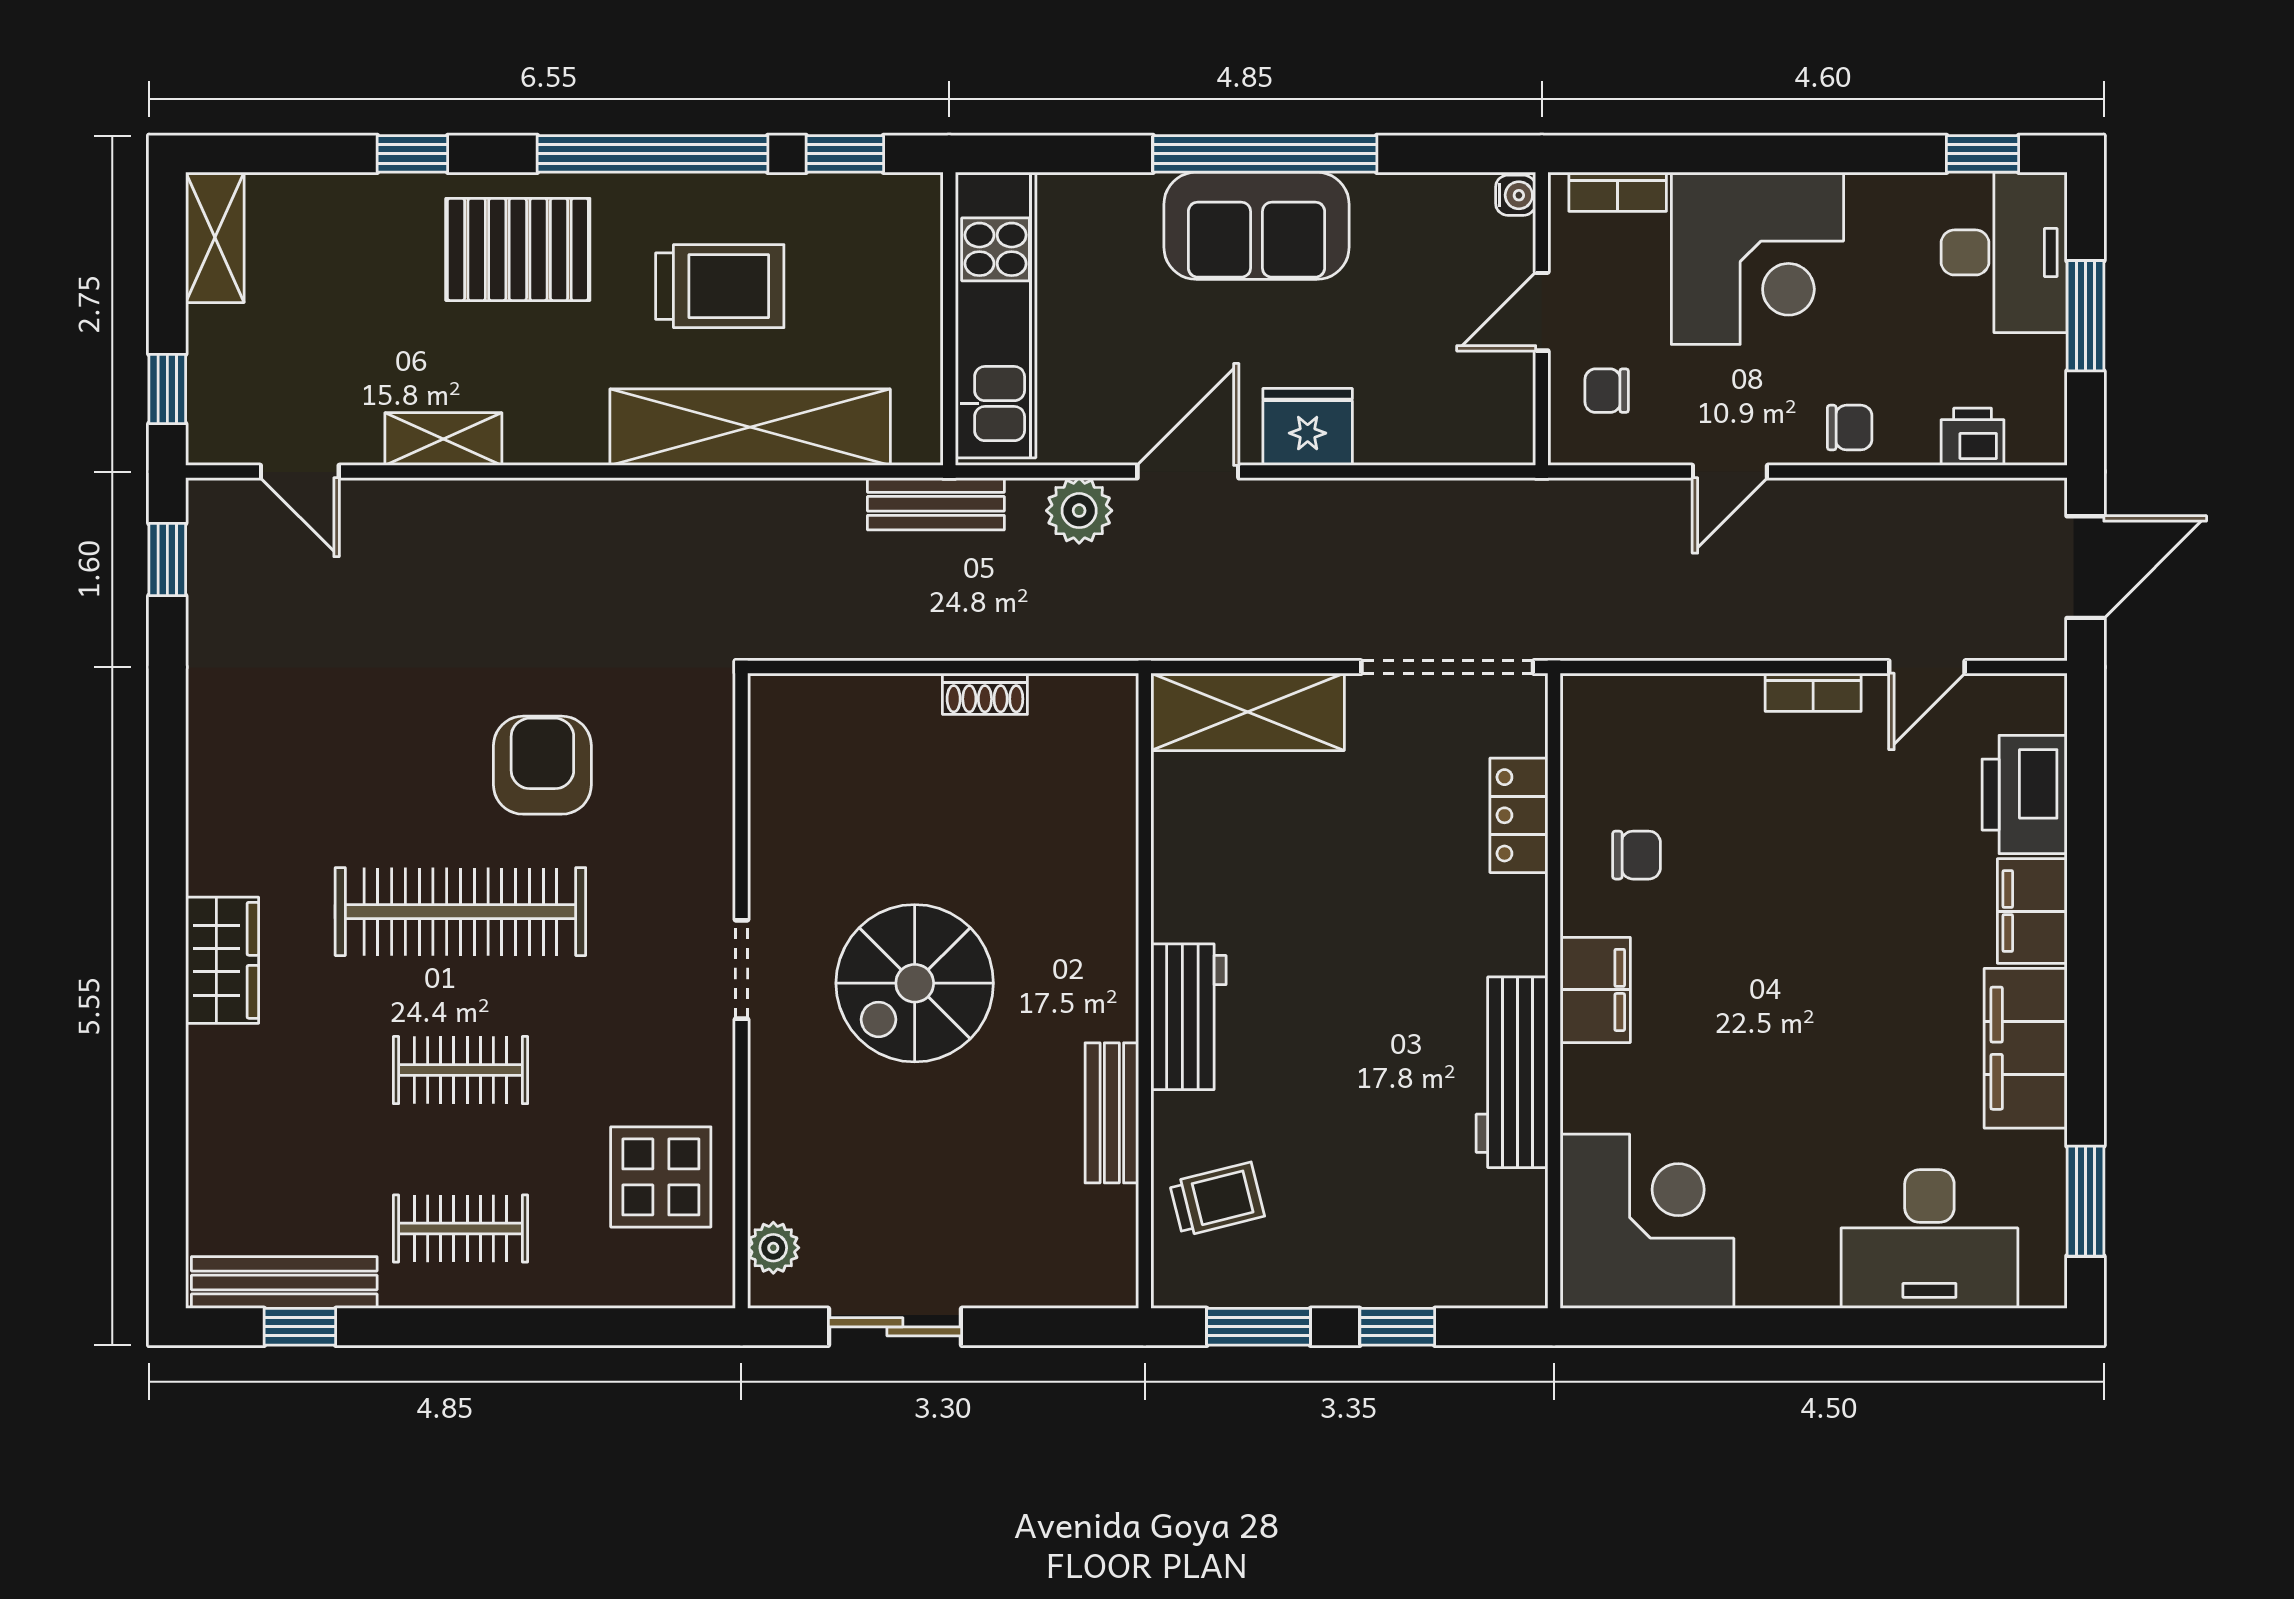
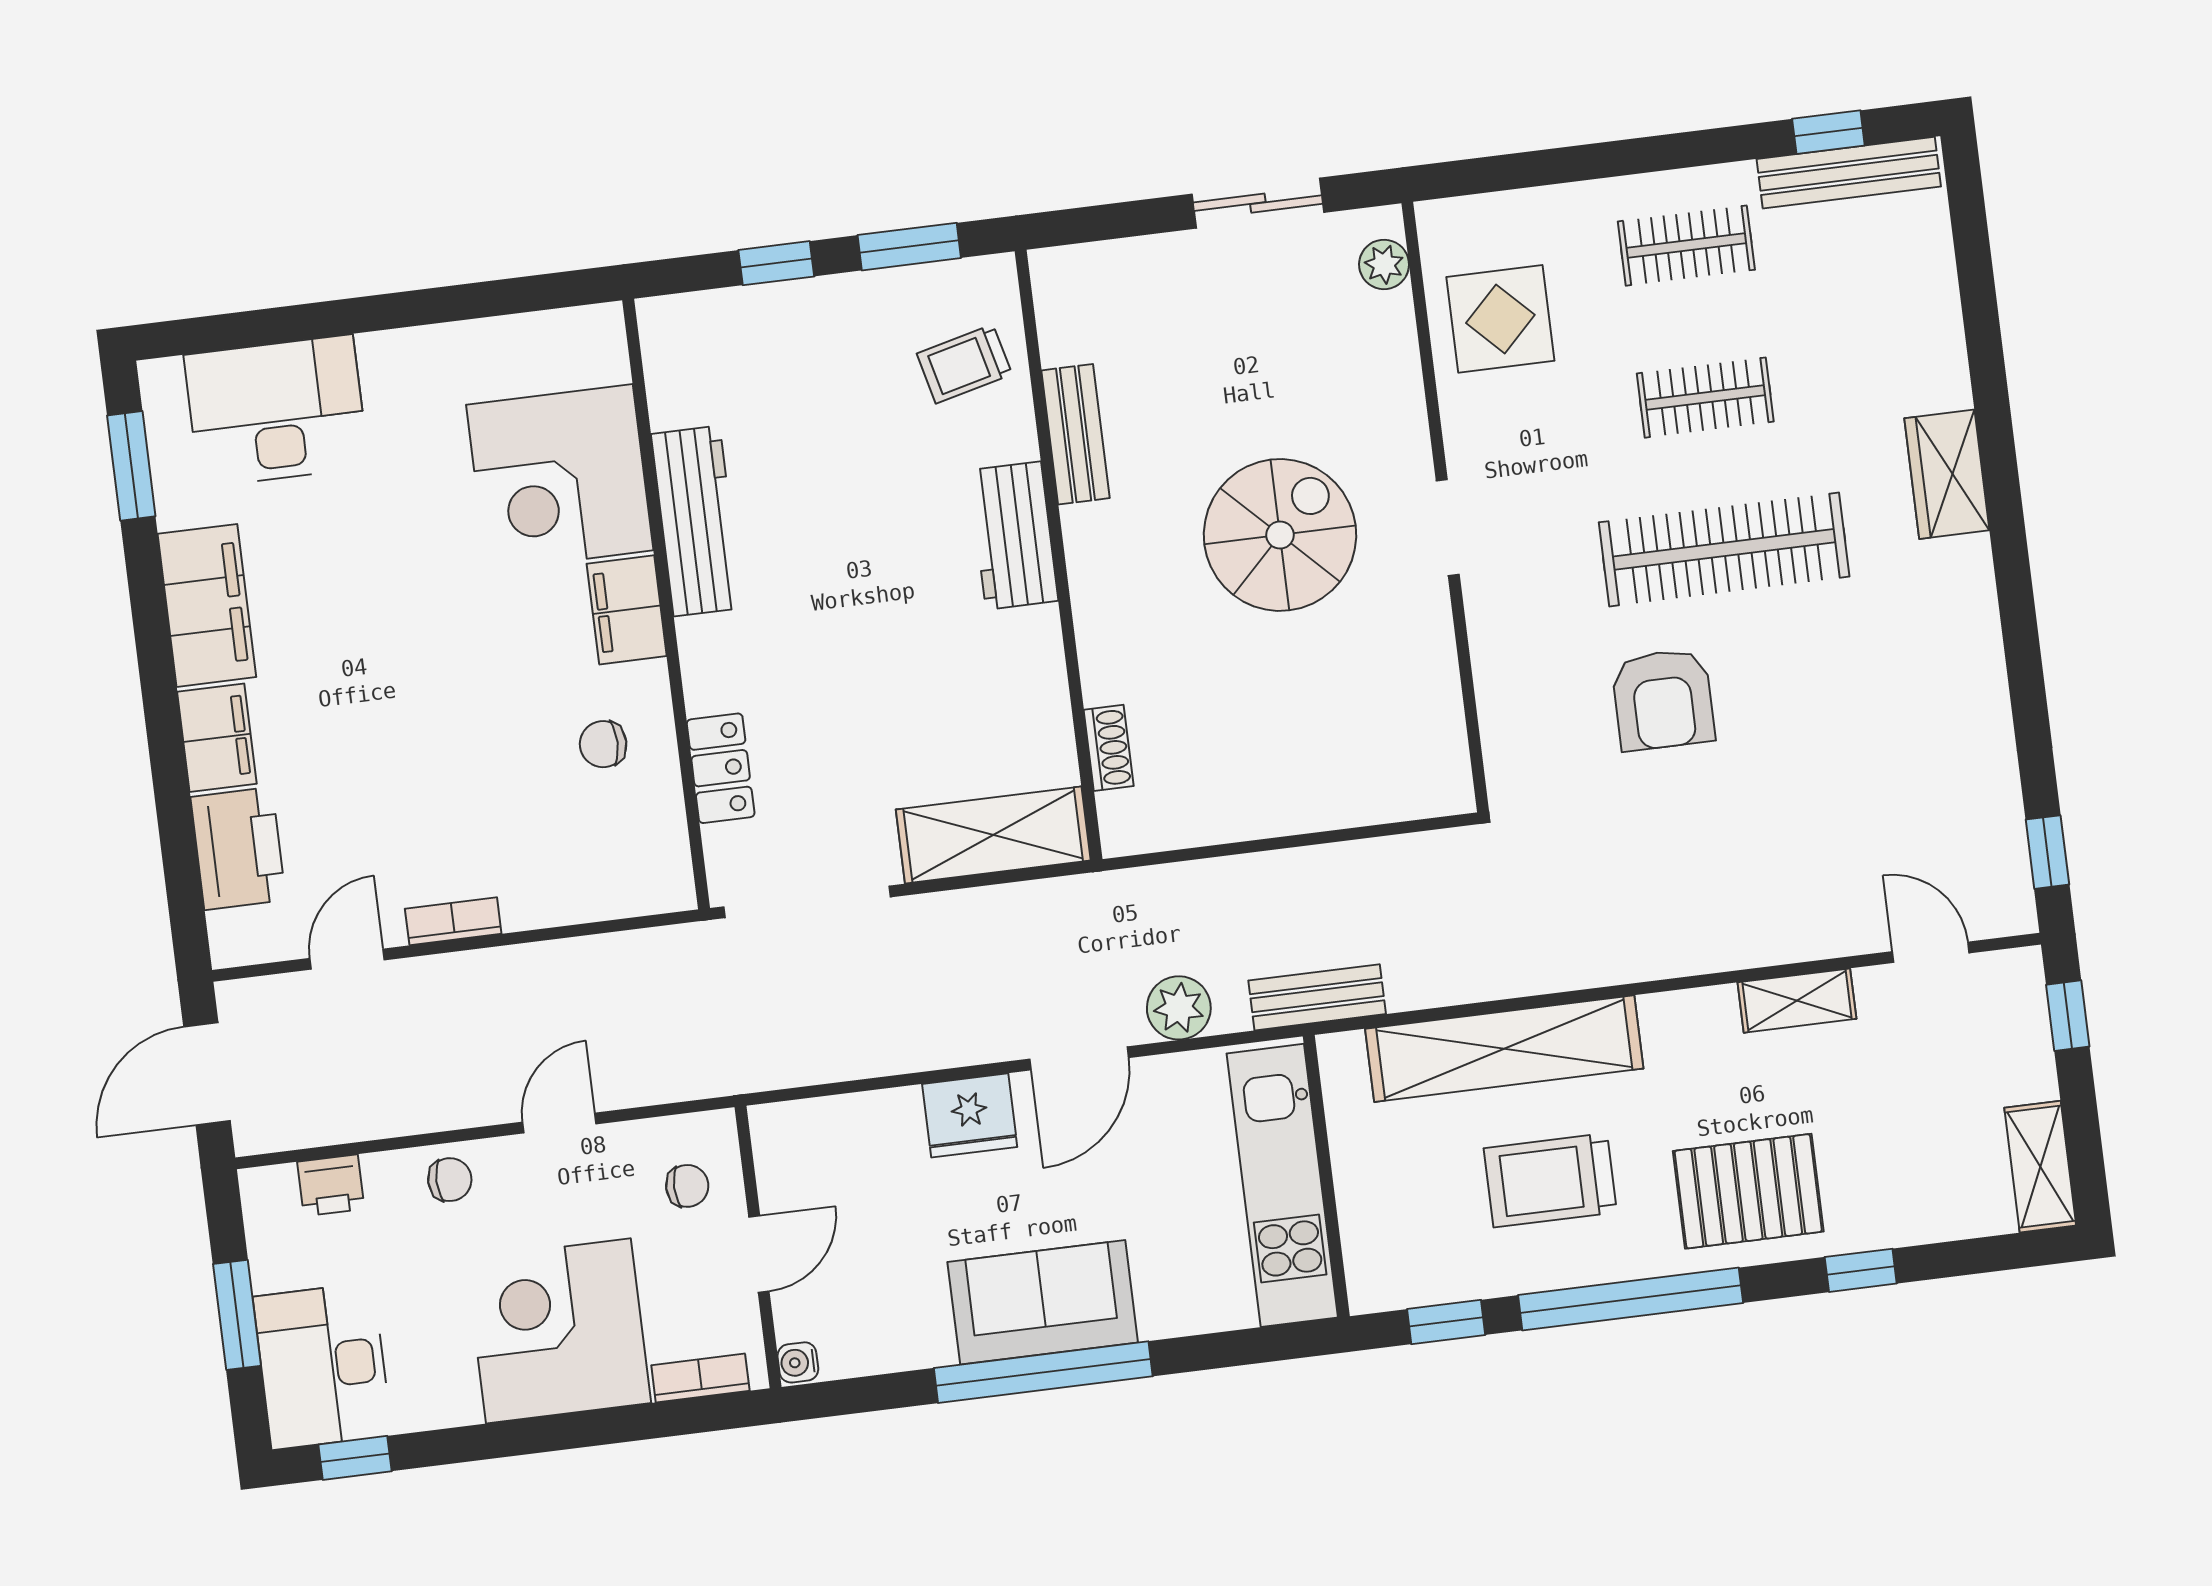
chair: (1850, 428) -> (450, 1180), turned 180
shoe rack: (985, 694) -> (1109, 748), moved, turned 90
corner desk: (1647, 1221) -> (560, 478), moved

